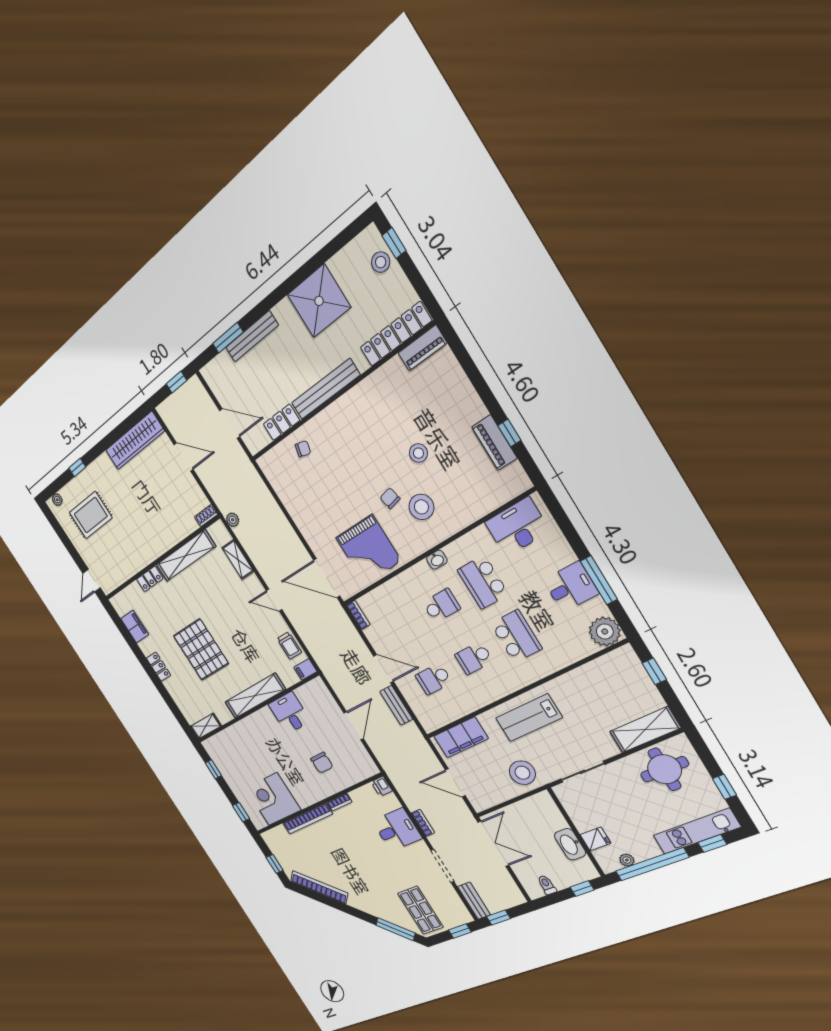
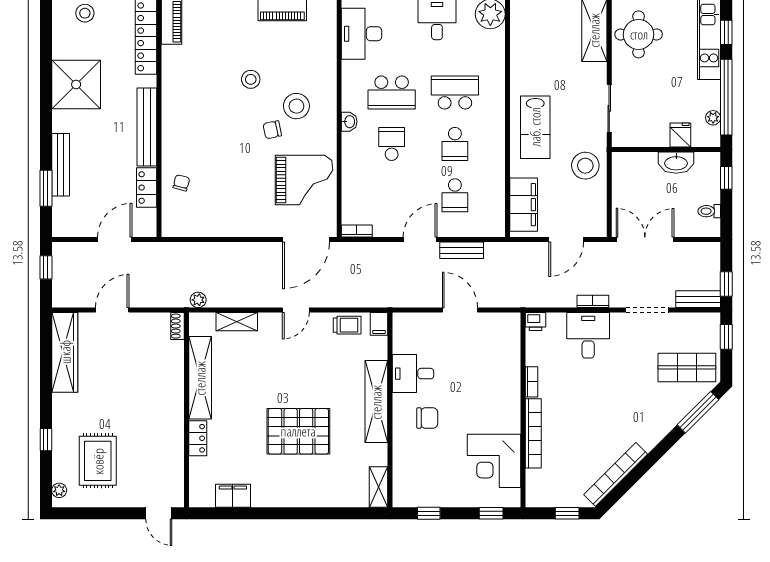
locker: (158, 667) -> (288, 498), removed
chair: (322, 763) -> (427, 418), moved

